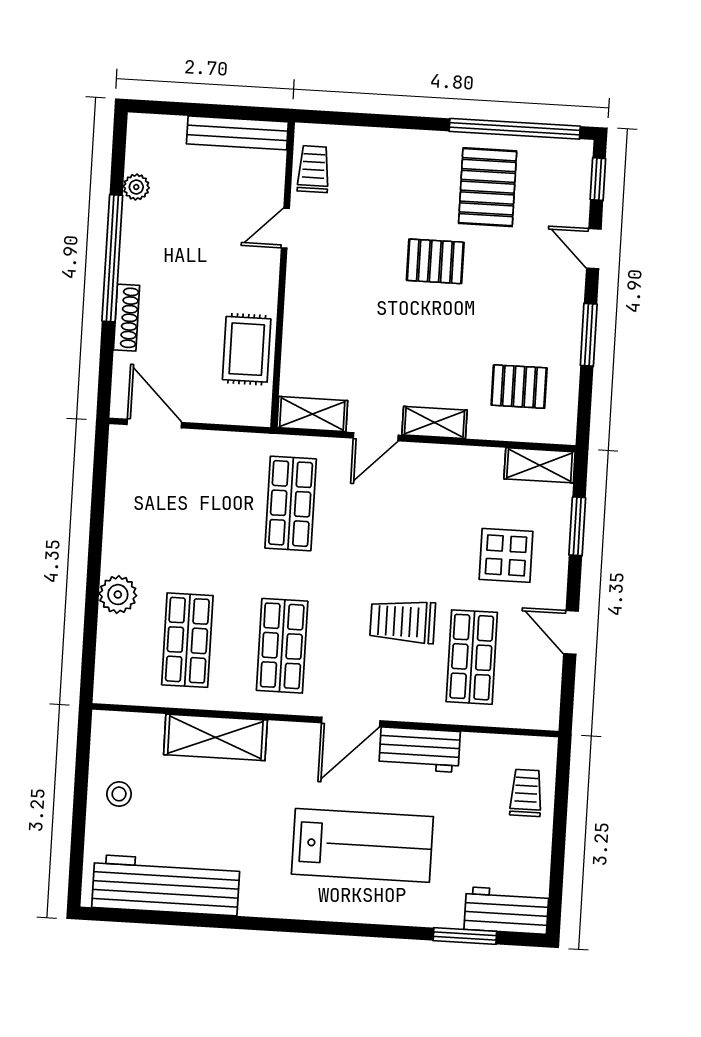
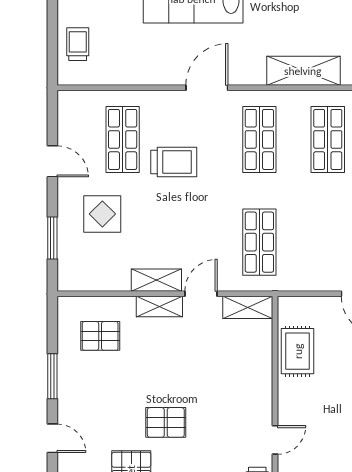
shelving: (540, 465) -> (156, 280), moved
workbench: (420, 750) -> (156, 71), removed
trolley: (526, 793) -> (78, 44), turned 180

